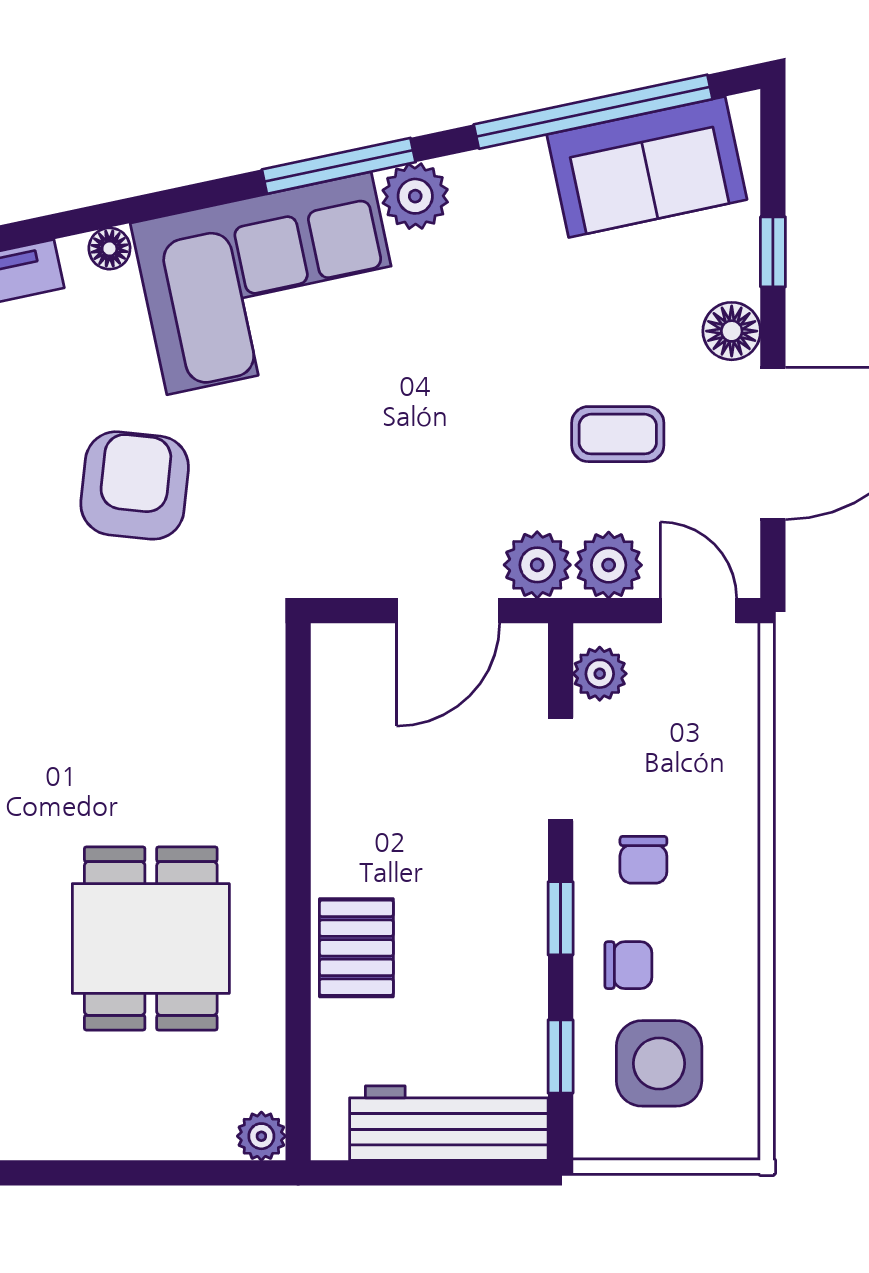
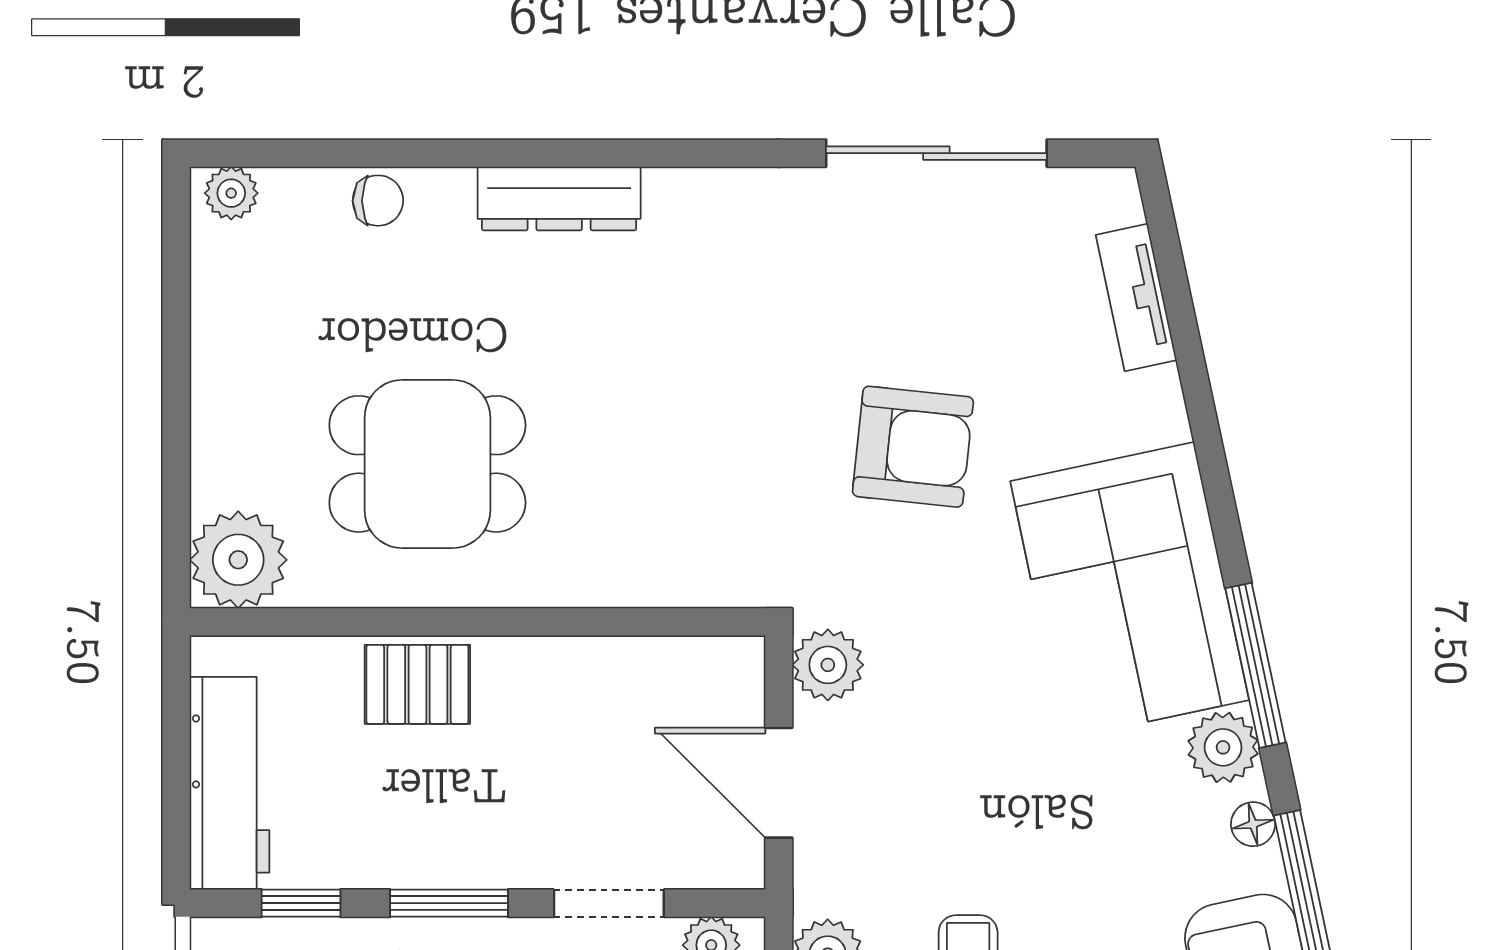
floor lamp: (109, 249) -> (1253, 824), moved
plant: (537, 565) -> (828, 665), moved
window: (561, 918) -> (449, 903), width x1.50
plant: (261, 1136) -> (238, 560), width x1.88, depth x1.88

